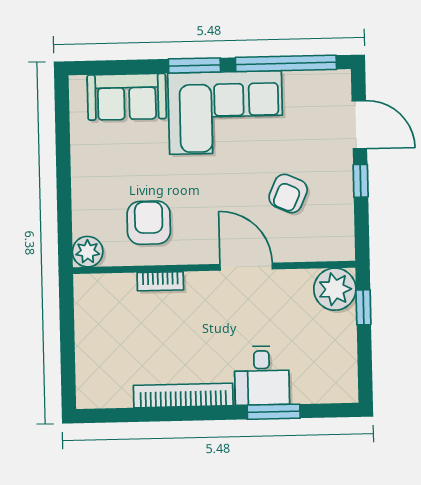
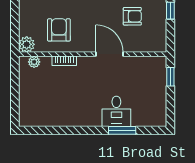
armchair: (288, 193) -> (132, 16), turned -114
plant: (335, 289) -> (34, 62), moved, width x0.53, depth x0.53
bookcase: (183, 395) -> (75, 121), removed

